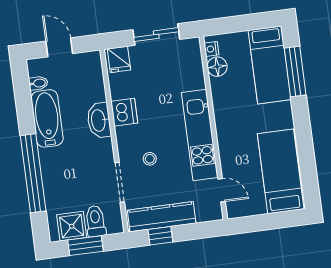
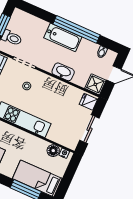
dishwasher: (124, 112) -> (59, 88), removed
bathtub: (47, 118) -> (63, 37), moved
window: (33, 173) -> (77, 29), moved
shower: (72, 226) -> (95, 84), moved

